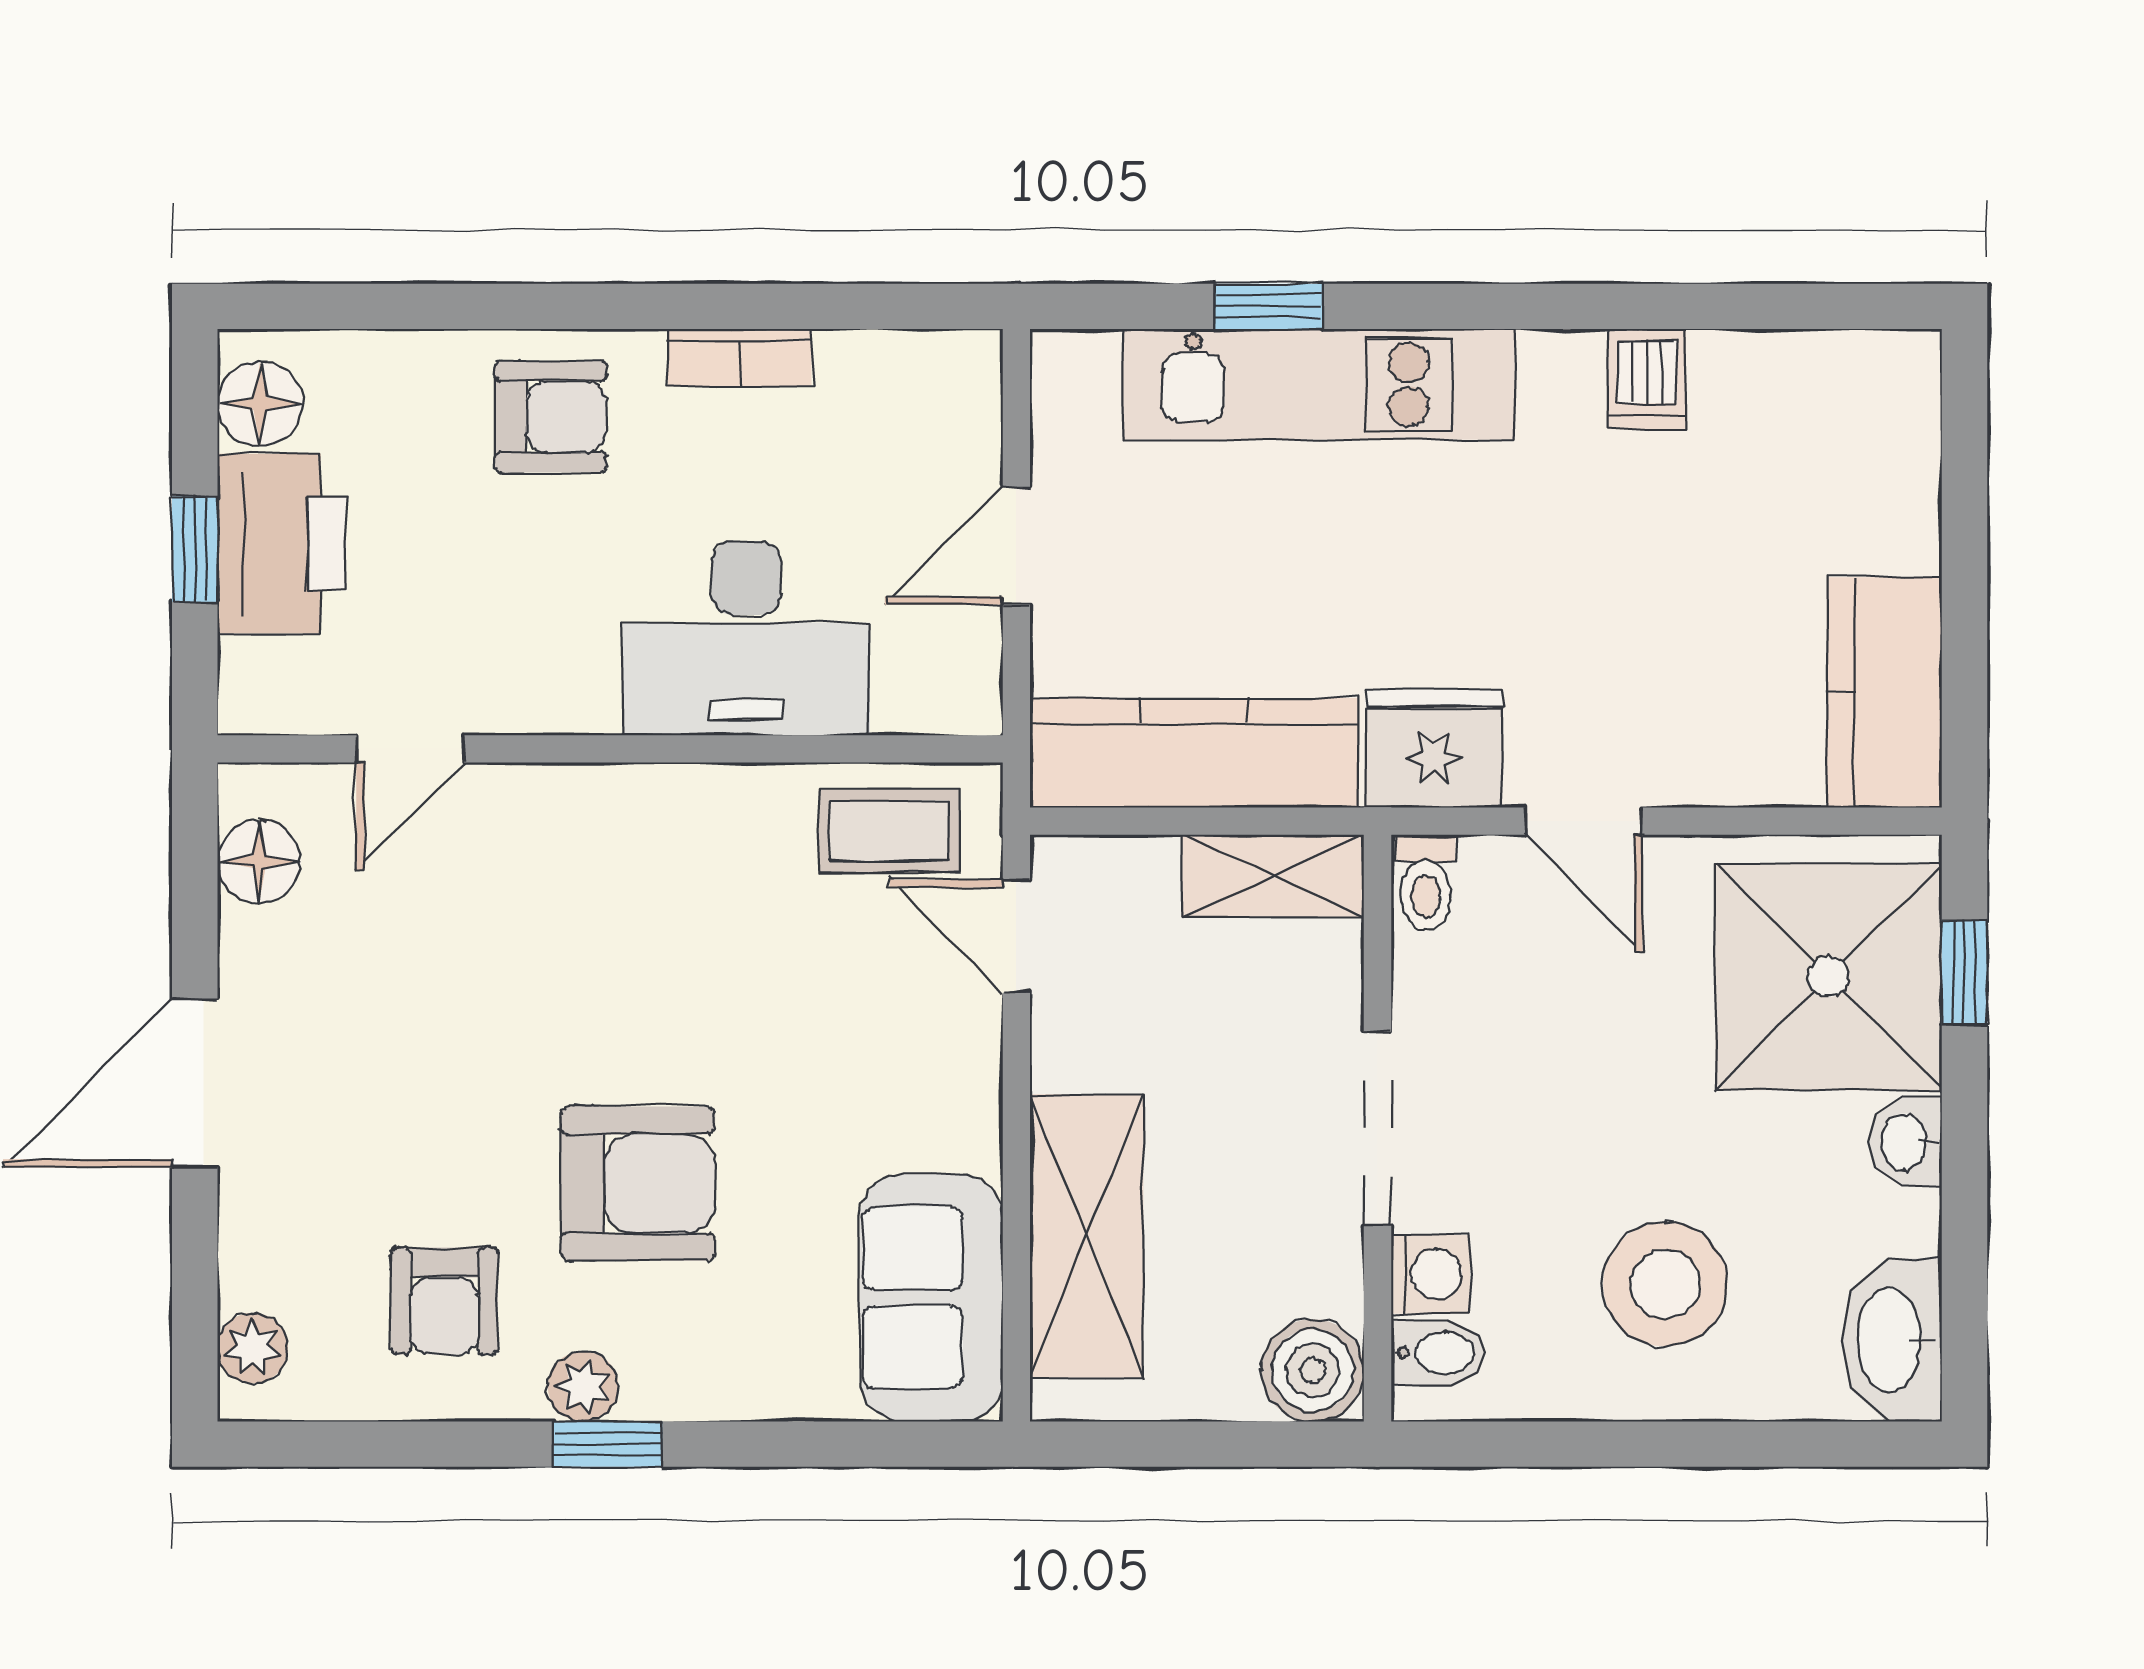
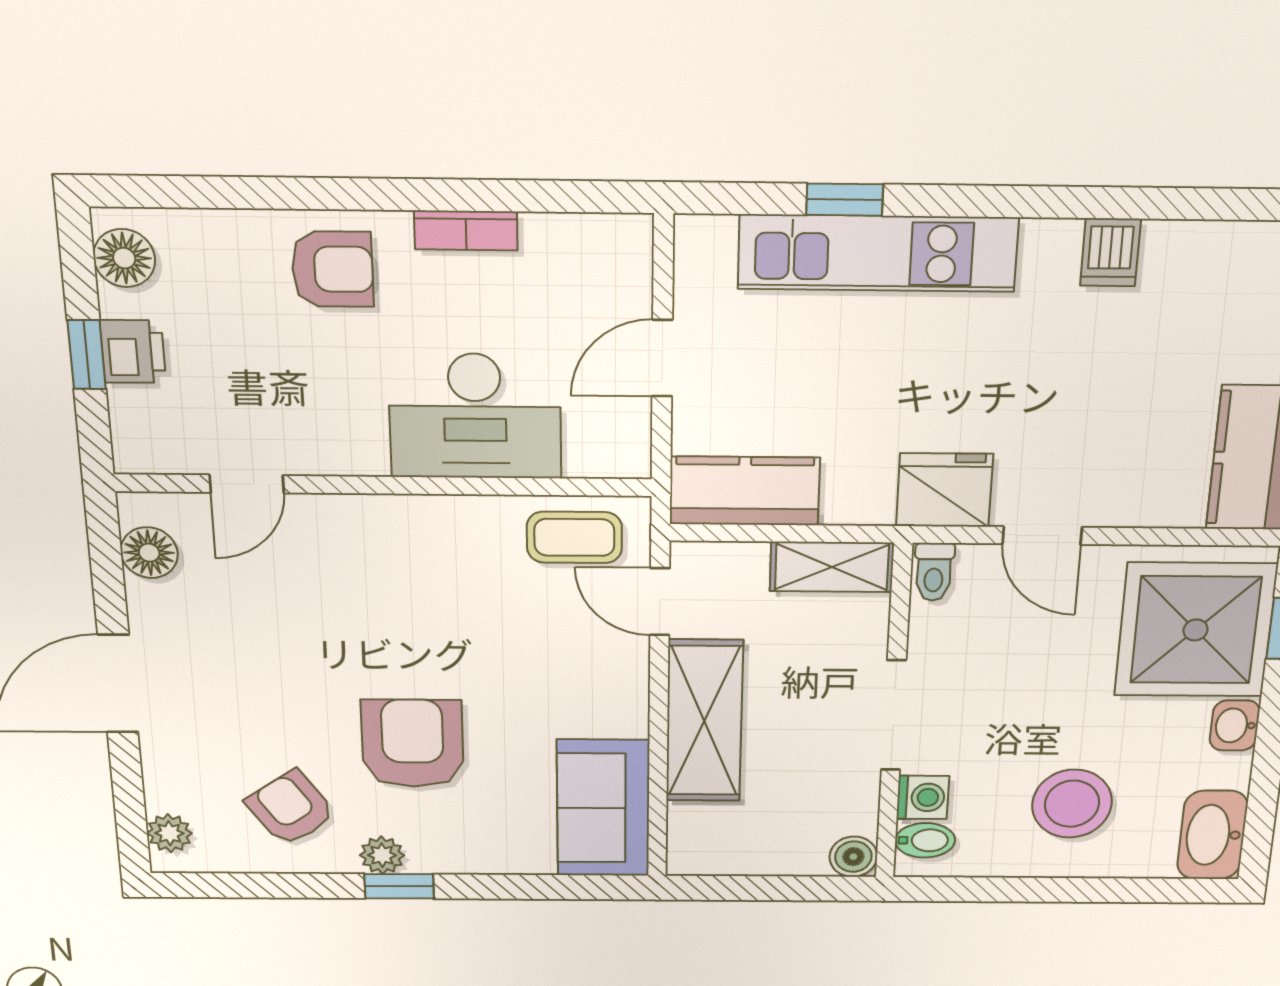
printer: (282, 544) -> (133, 352), width x0.53, depth x0.68
kitchen counter: (1194, 753) -> (745, 491), width x0.67
armchair: (638, 1184) -> (413, 743), turned -90
shelving: (1087, 1236) -> (704, 721), moved
armchair: (444, 1301) -> (291, 808), turned 145
boiler: (1313, 1370) -> (853, 857), width x0.73, depth x0.73

